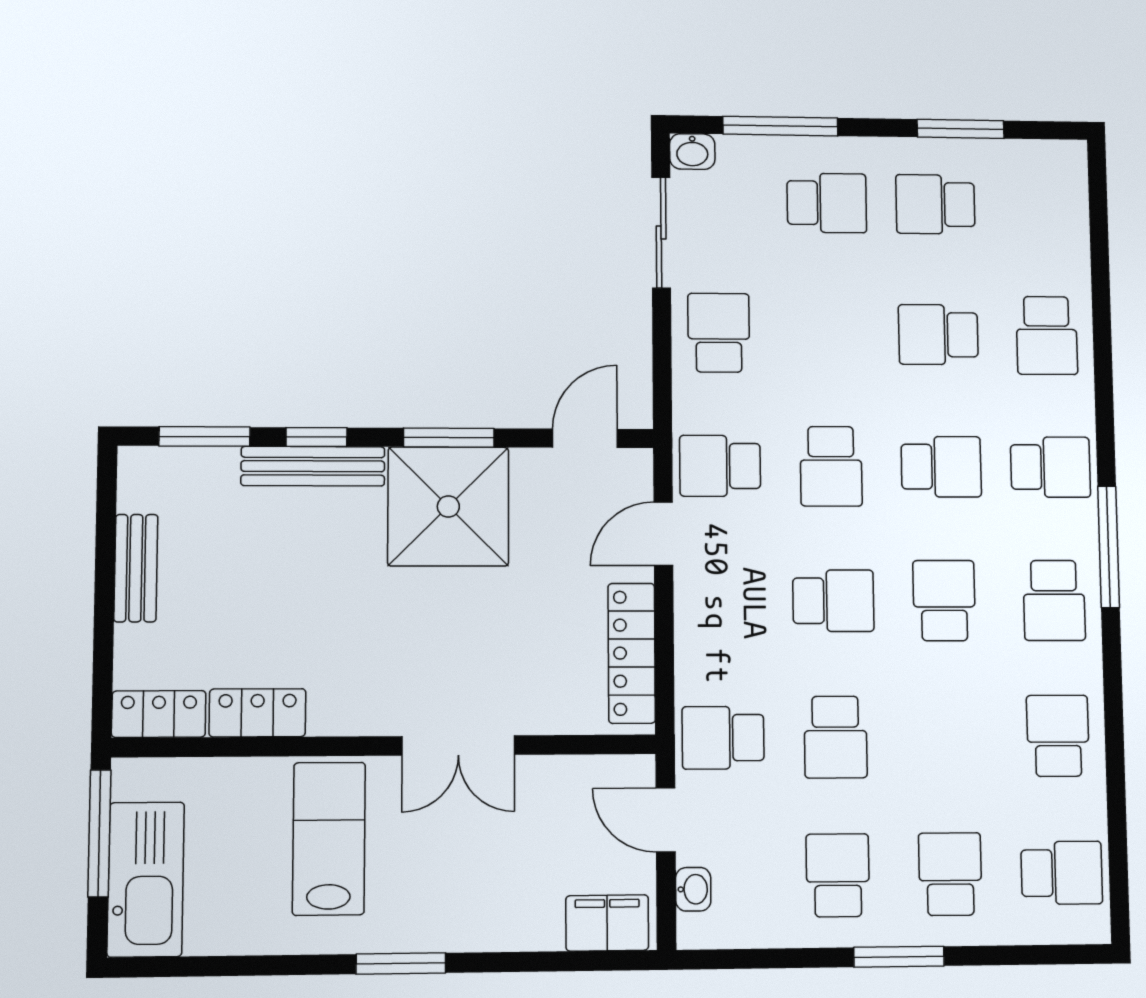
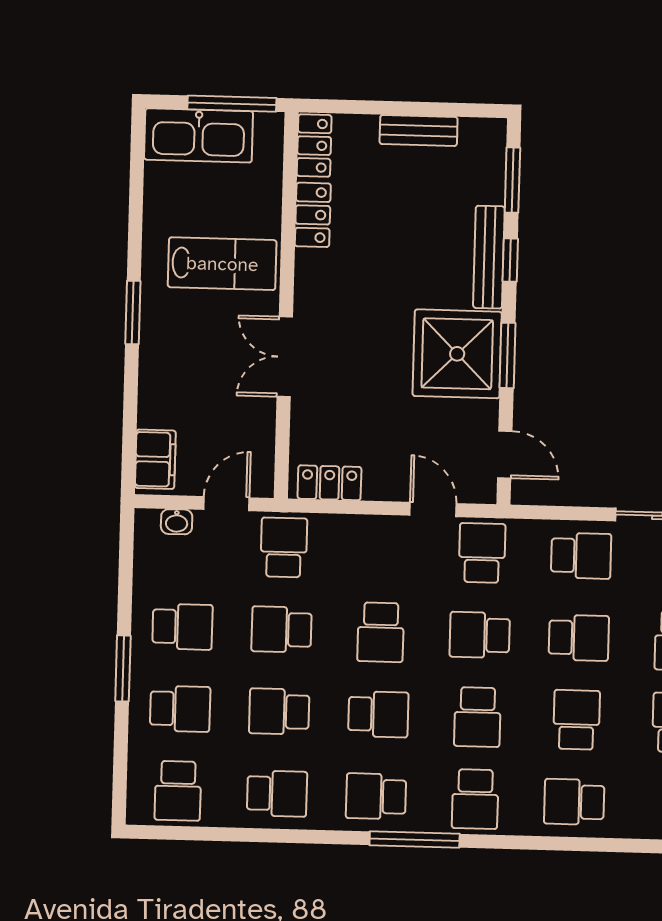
school desk: (829, 334) -> (579, 638), added
locker: (632, 653) -> (329, 483), width x0.66
school desk: (947, 736) -> (279, 712), added

